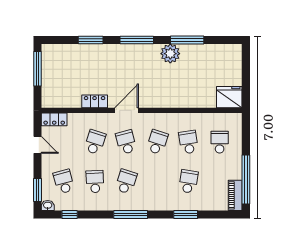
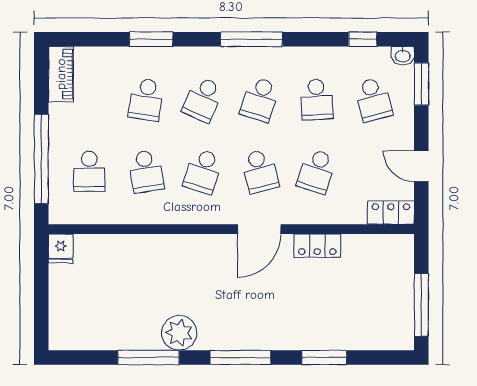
fridge: (229, 97) -> (61, 249), width x0.53, depth x0.75
window: (246, 180) -> (41, 159), moved
school desk: (157, 182) -> (203, 99), added

